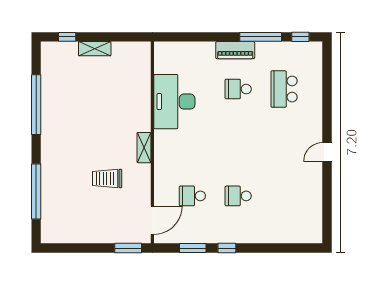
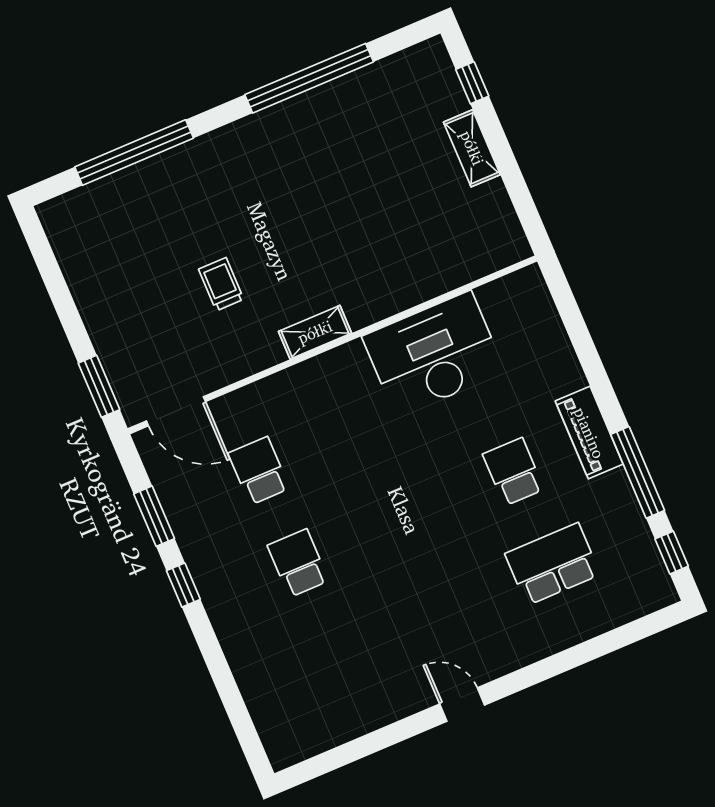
trolley: (107, 178) -> (221, 284), width x0.73, depth x0.72

